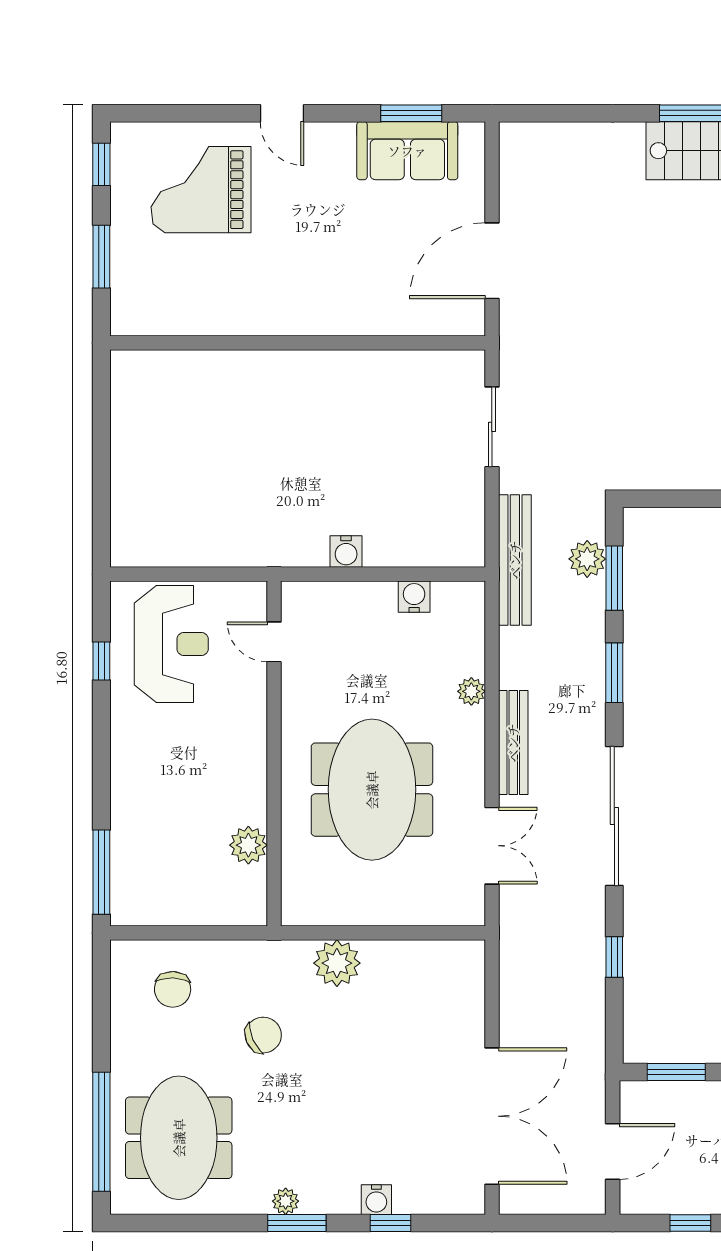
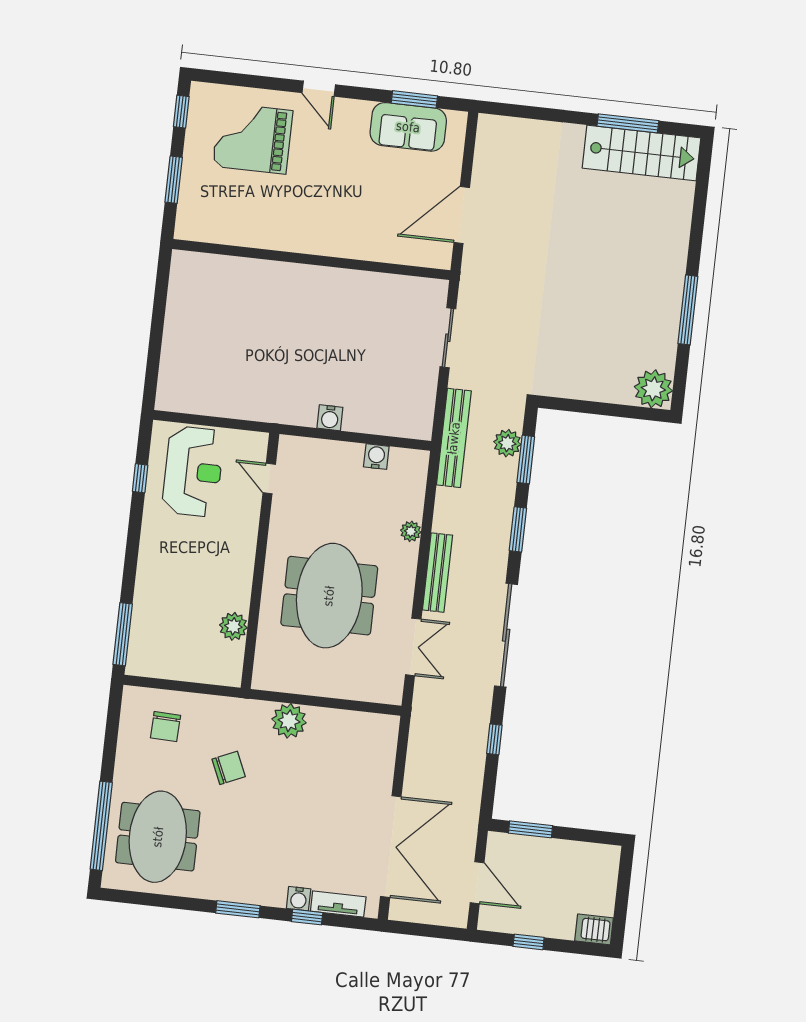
door: (613, 1151) -> (477, 883), hinge flipped
plant: (286, 1201) -> (231, 892), removed
tv unit: (430, 1201) -> (338, 904), added

